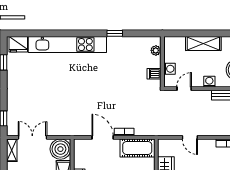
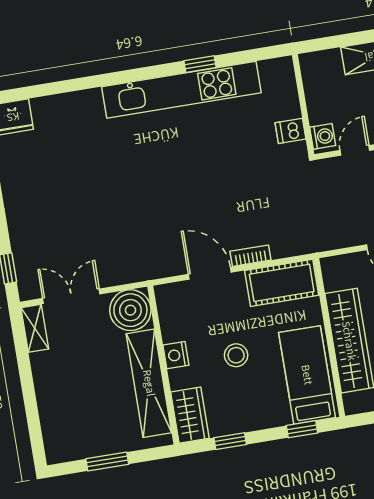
kitchen unit: (67, 45) -> (181, 90), moved
plant: (156, 50) -> (286, 84), removed
washing machine: (169, 69) -> (323, 136), moved

